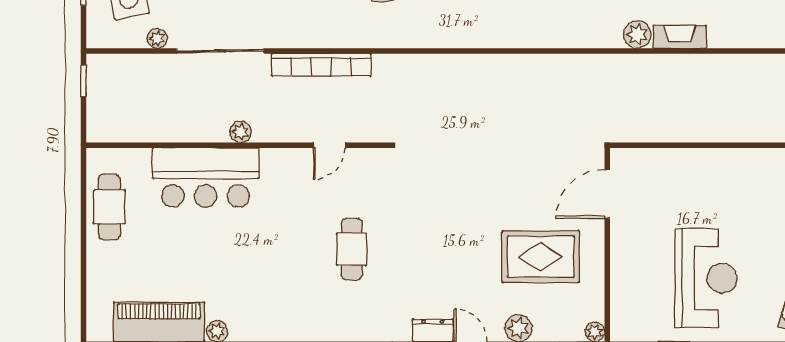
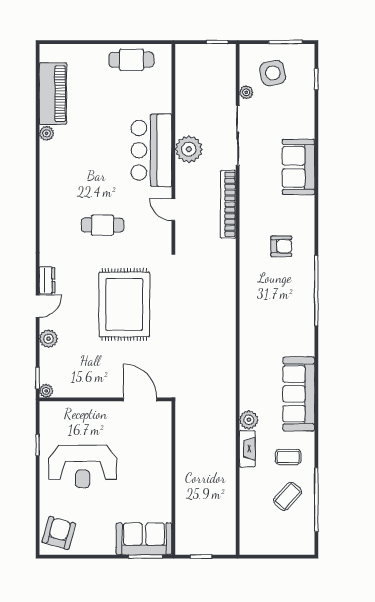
plant: (240, 132) -> (189, 149), width x1.87, depth x1.87
bar counter: (206, 177) -> (151, 150), moved
rug: (541, 257) -> (124, 304), moved, width x1.37, depth x1.44

